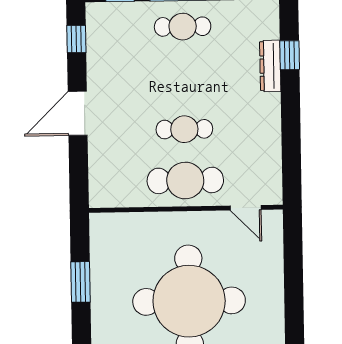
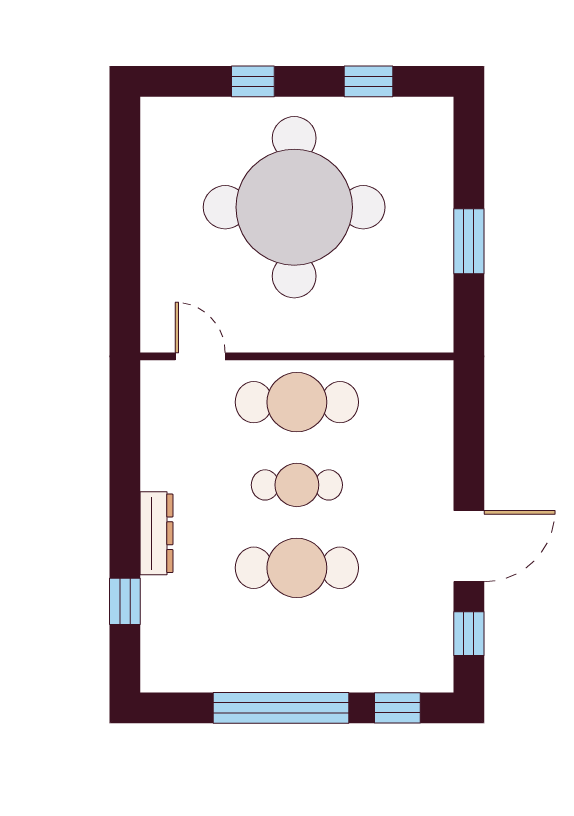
cafe table: (183, 27) -> (297, 568), moved, width x1.37, depth x1.35
dresser: (270, 66) -> (157, 533), moved
door: (78, 113) -> (469, 546), moved

